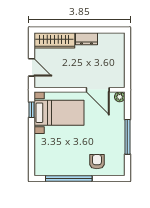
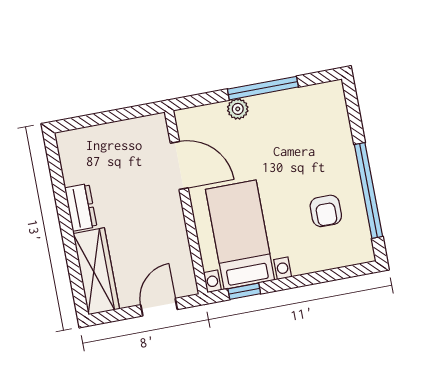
door: (98, 90) -> (179, 166), hinge flipped
plant: (120, 97) -> (238, 109), moved
armchair: (97, 162) -> (326, 211), moved, turned -90

